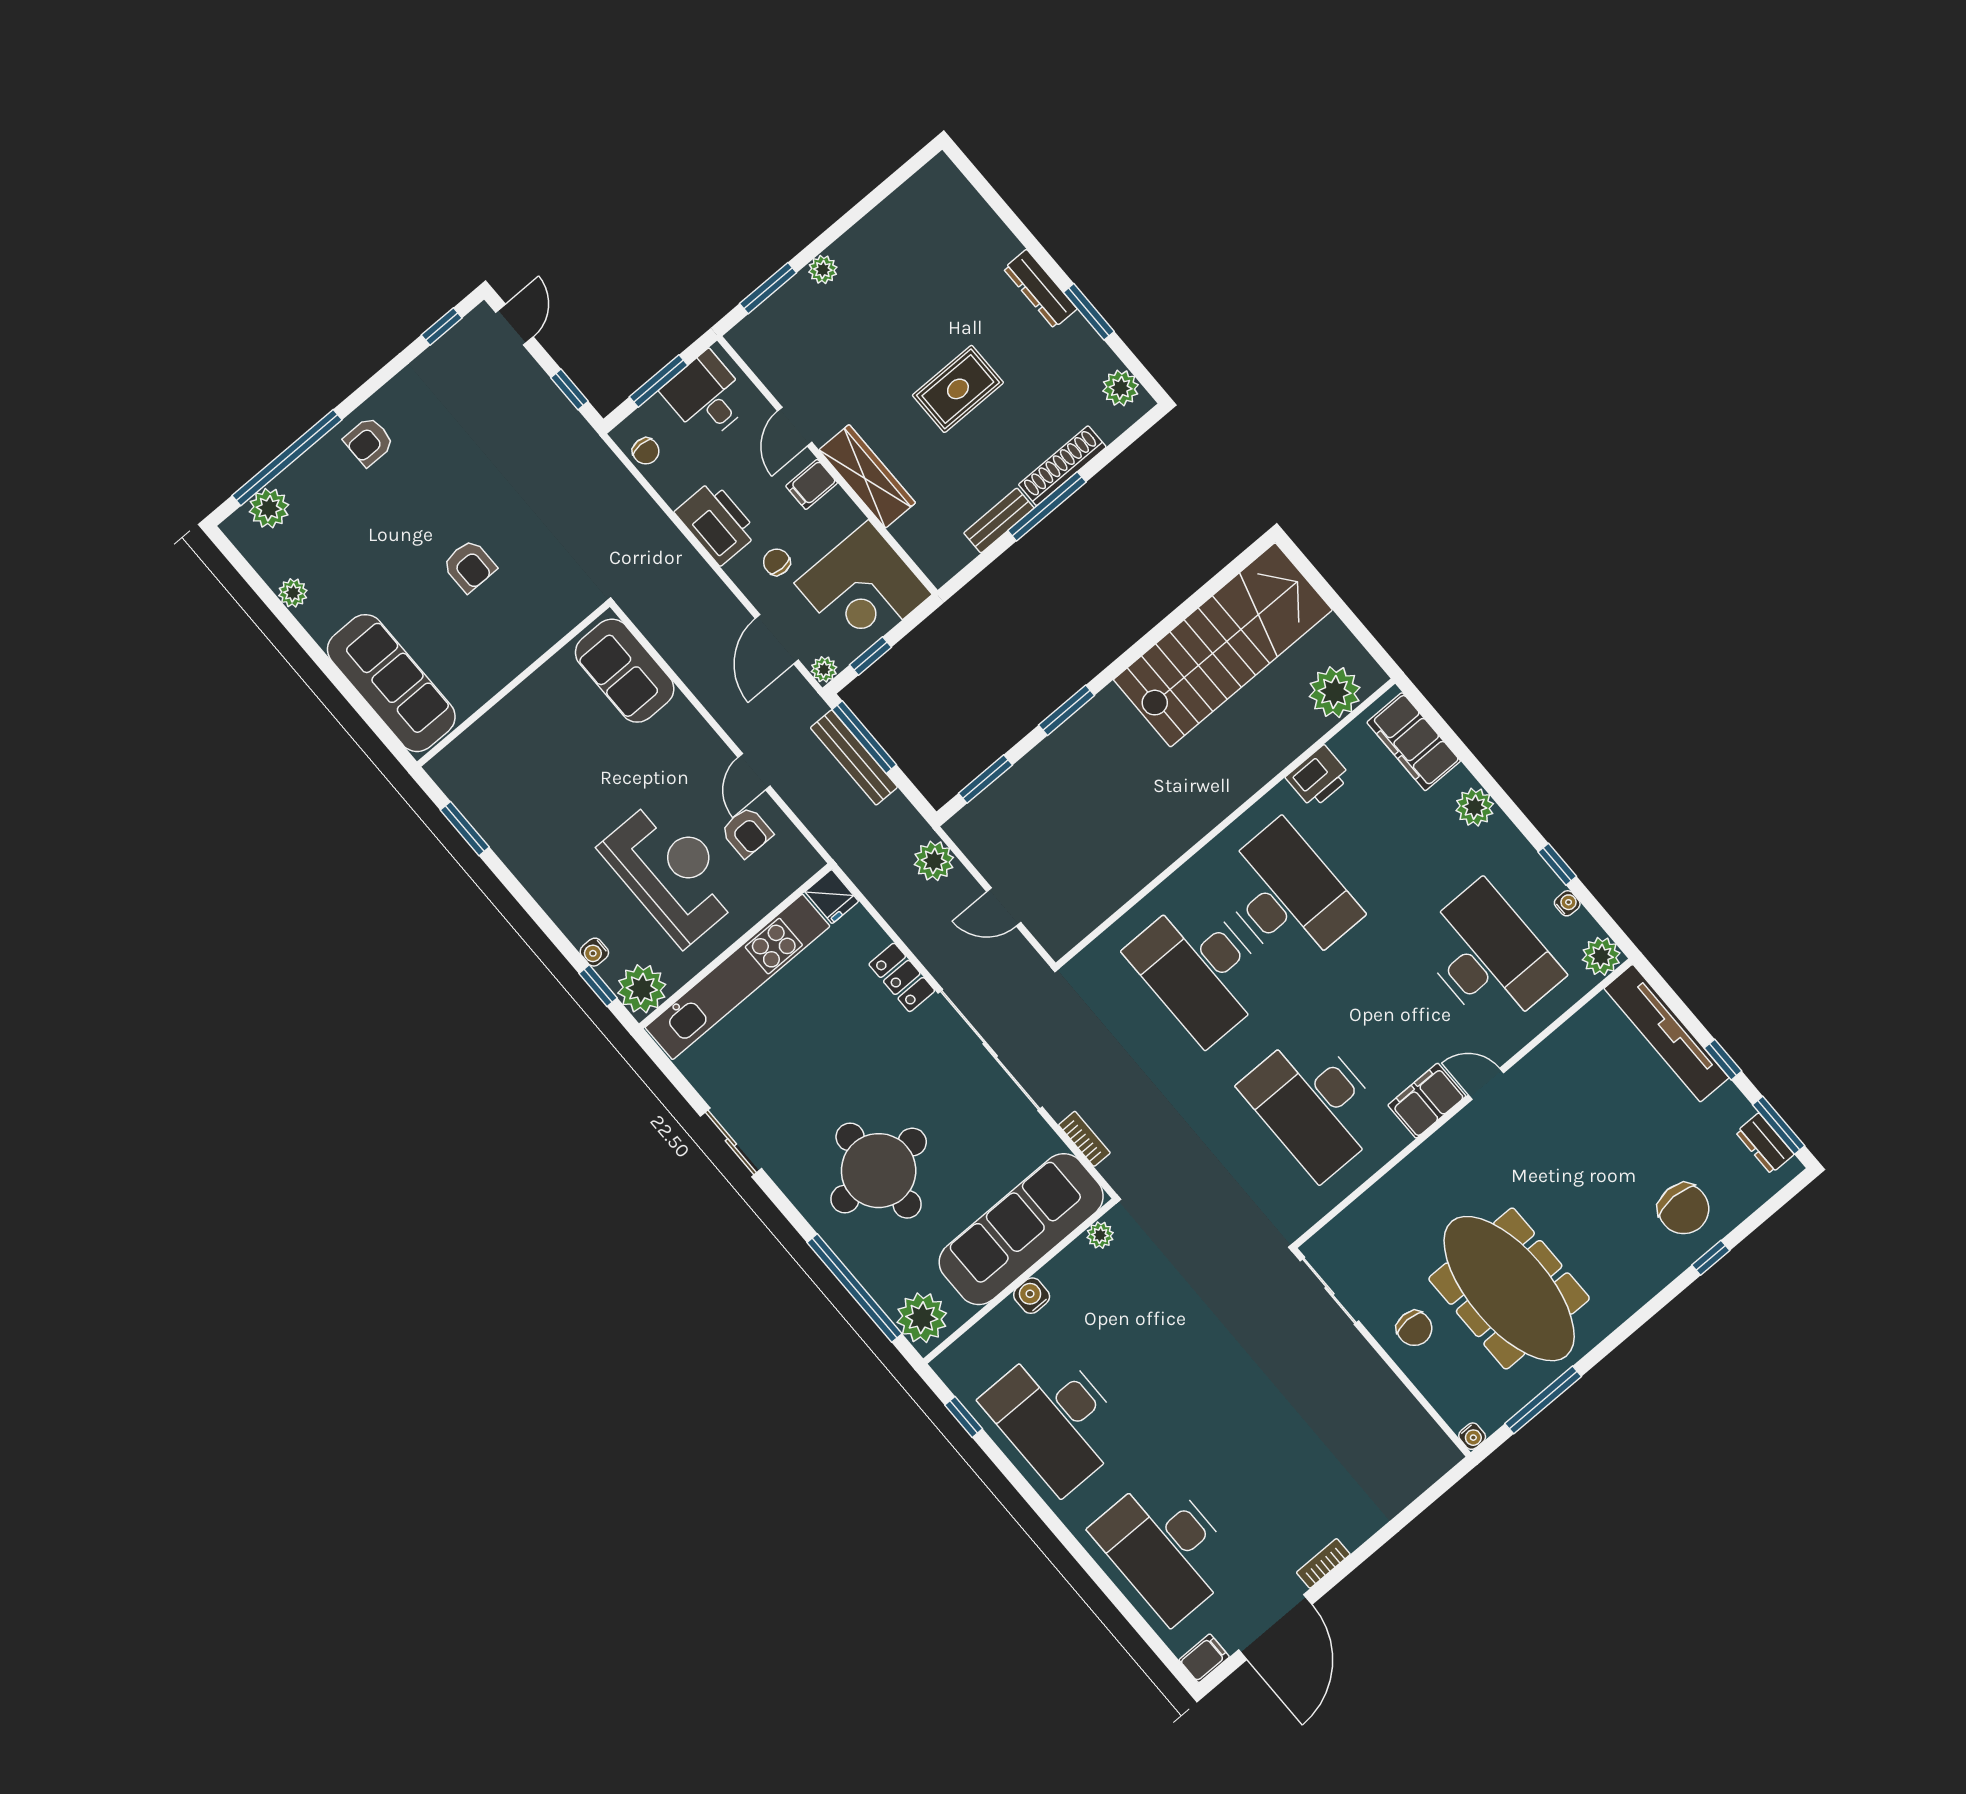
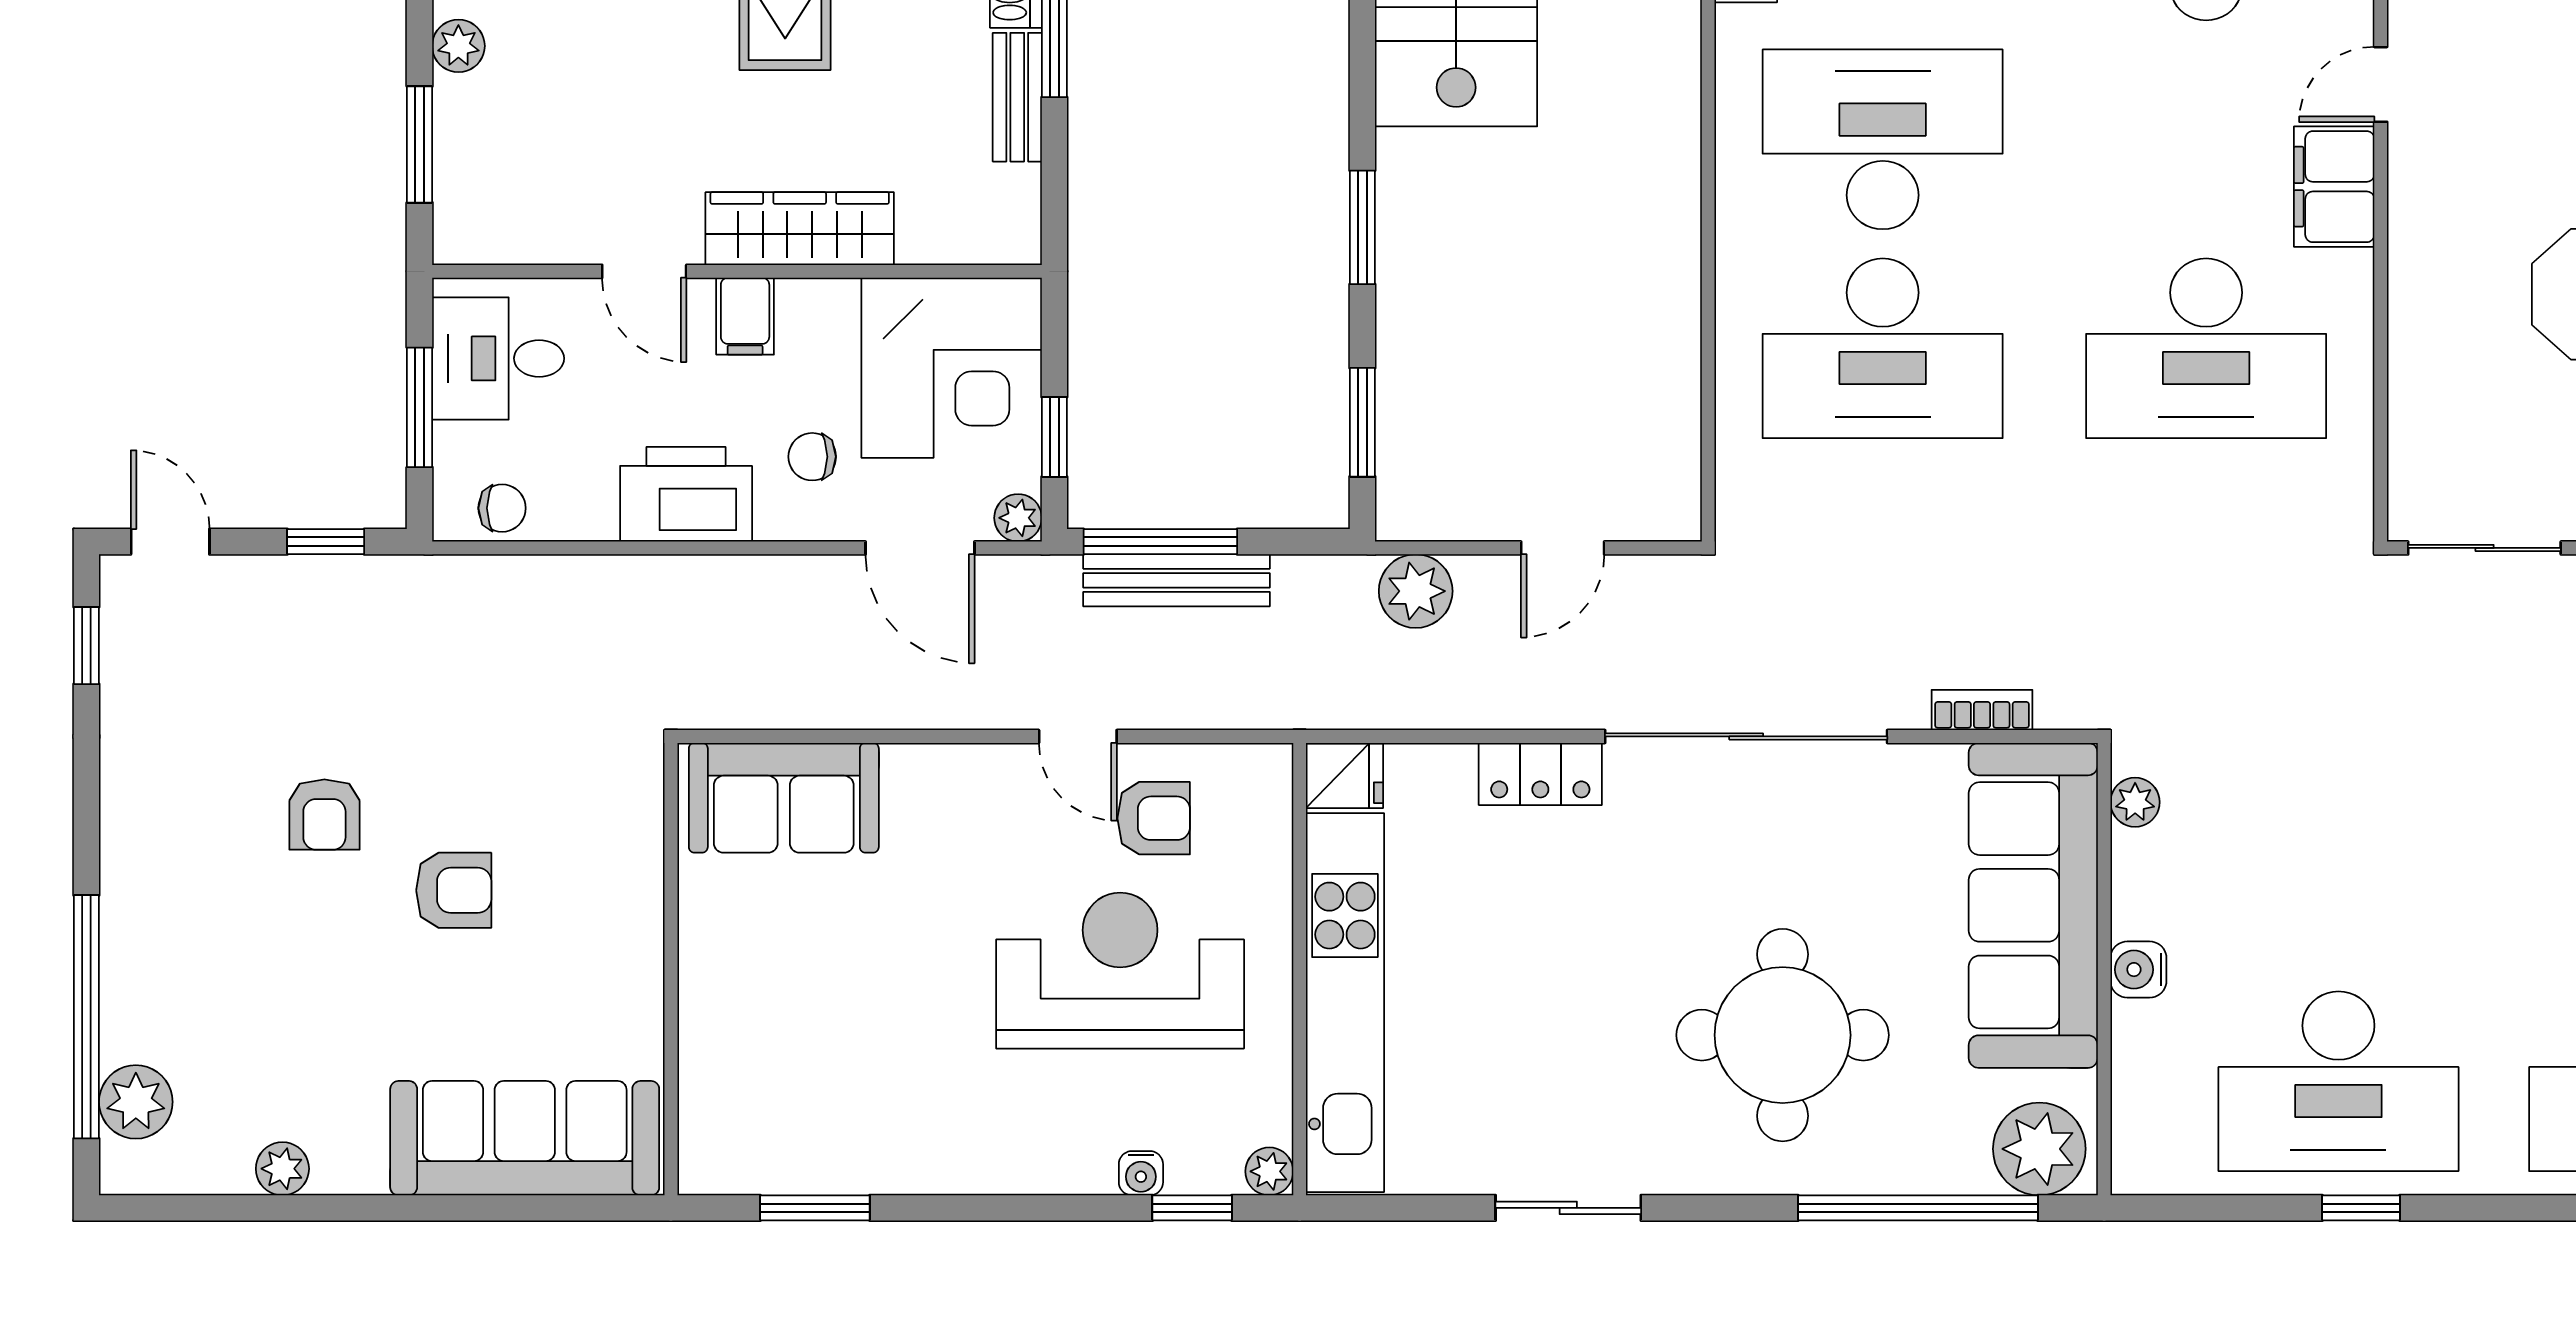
armchair: (369, 442) -> (324, 815), moved
plant: (642, 989) -> (1269, 1171), width x0.53, depth x0.53
window: (964, 1417) -> (2361, 1208), moved

